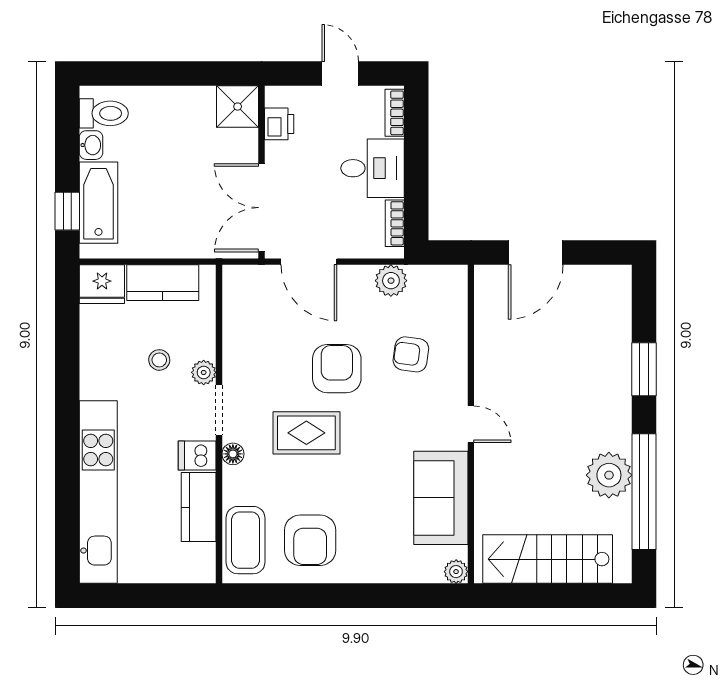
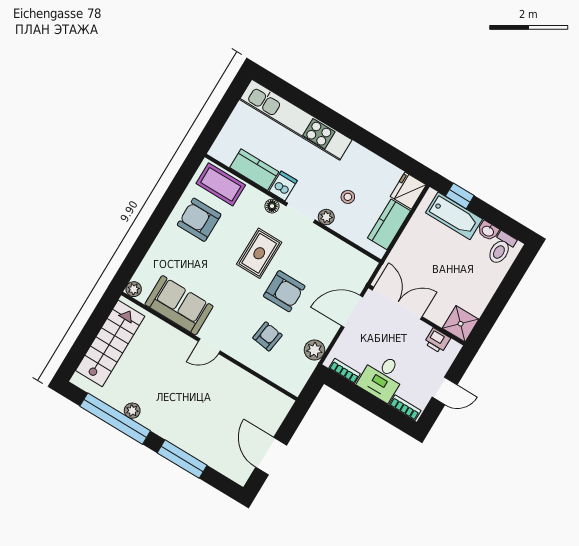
door: (536, 253) -> (271, 456), moved
window: (644, 369) -> (182, 459), width x1.44
plant: (609, 475) -> (132, 411), width x0.53, depth x0.53

